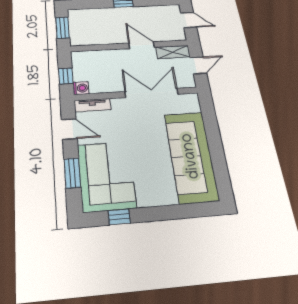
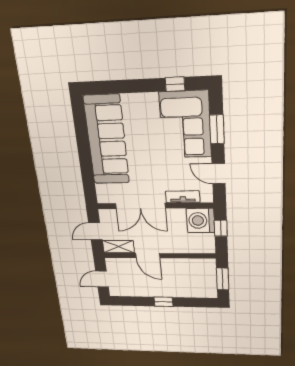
door: (189, 20) -> (102, 279), hinge flipped
washing machine: (81, 88) -> (201, 221), width x1.89, depth x1.89
tv unit: (92, 105) -> (183, 197), moved

